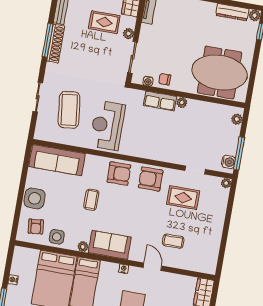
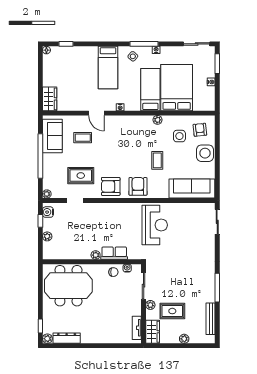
shoe rack: (56, 44) -> (210, 286), removed
sliding door: (38, 97) -> (217, 222), moved
coffee table: (69, 110) -> (189, 232), removed
plant: (237, 119) -> (47, 236), moved
window: (239, 153) -> (40, 221), width x0.46
armchair: (119, 174) -> (138, 186), turned 91
armchair: (151, 179) -> (111, 186), turned 180
window: (226, 228) -> (40, 156), added
side table: (57, 237) -> (179, 136), moved
sofa: (110, 245) -> (52, 136), moved, turned -90

